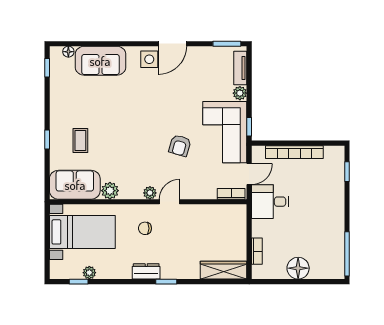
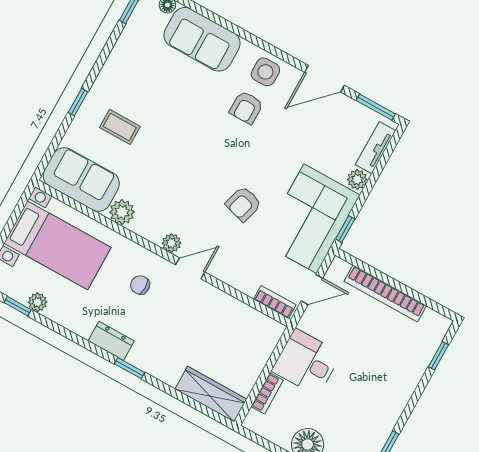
door: (172, 44) -> (325, 79), moved
armchair: (150, 87) -> (246, 108), added
coffee table: (80, 140) -> (120, 127), turned 90
desk: (270, 202) -> (306, 362), moved

